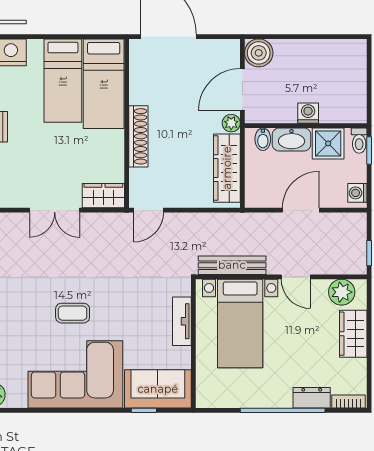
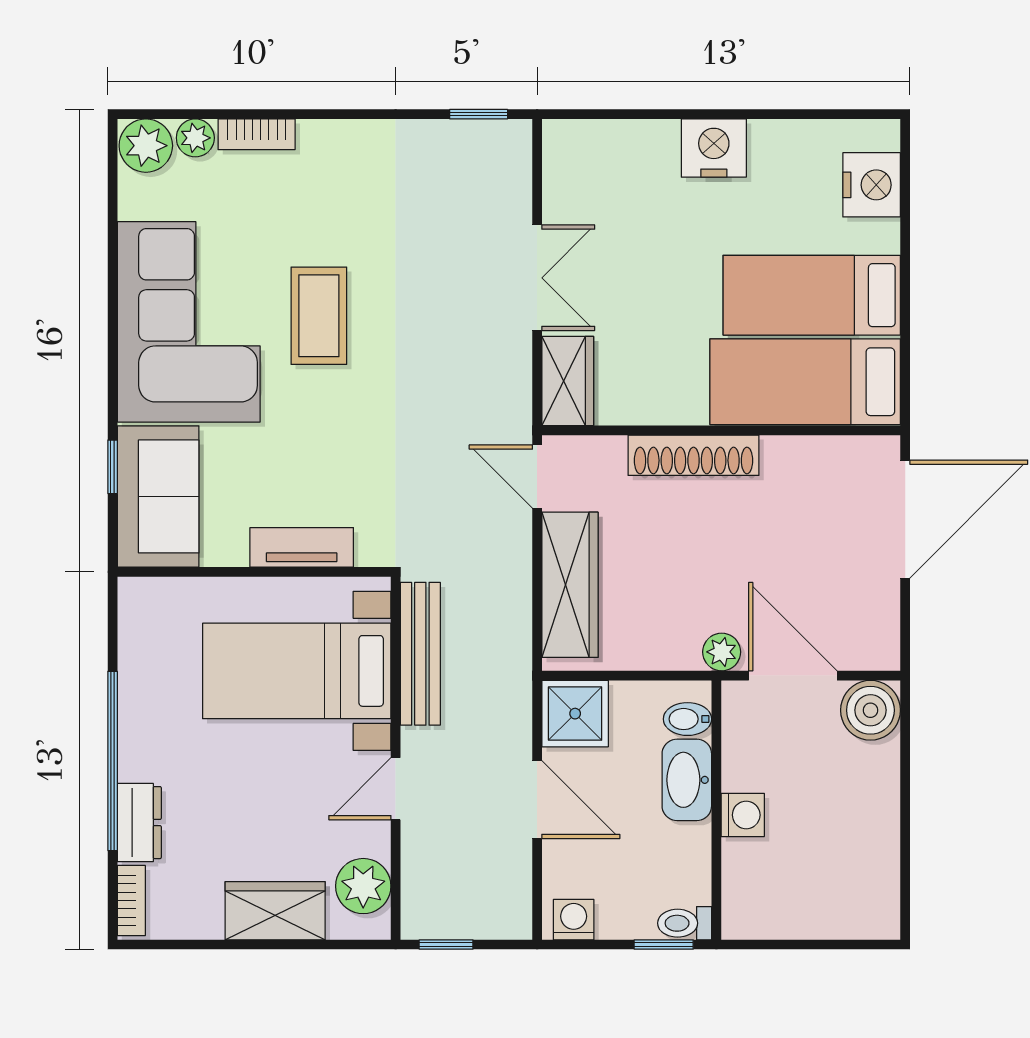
shower: (328, 143) -> (575, 714), moved
wardrobe: (227, 168) -> (570, 585), moved, turned 90
double door: (55, 210) -> (537, 278), swing flipped
coffee table: (73, 313) -> (319, 316), width x1.36, depth x1.30

